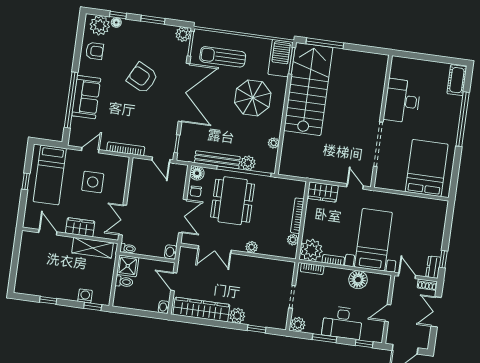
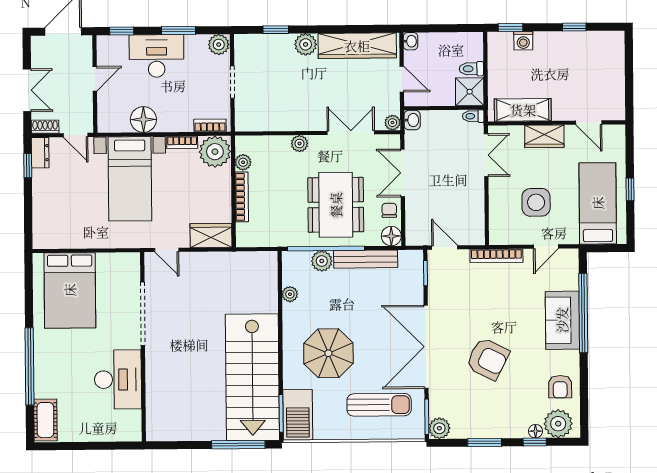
armchair: (95, 51) -> (560, 387), turned -90
plant: (185, 252) -> (392, 123), added

